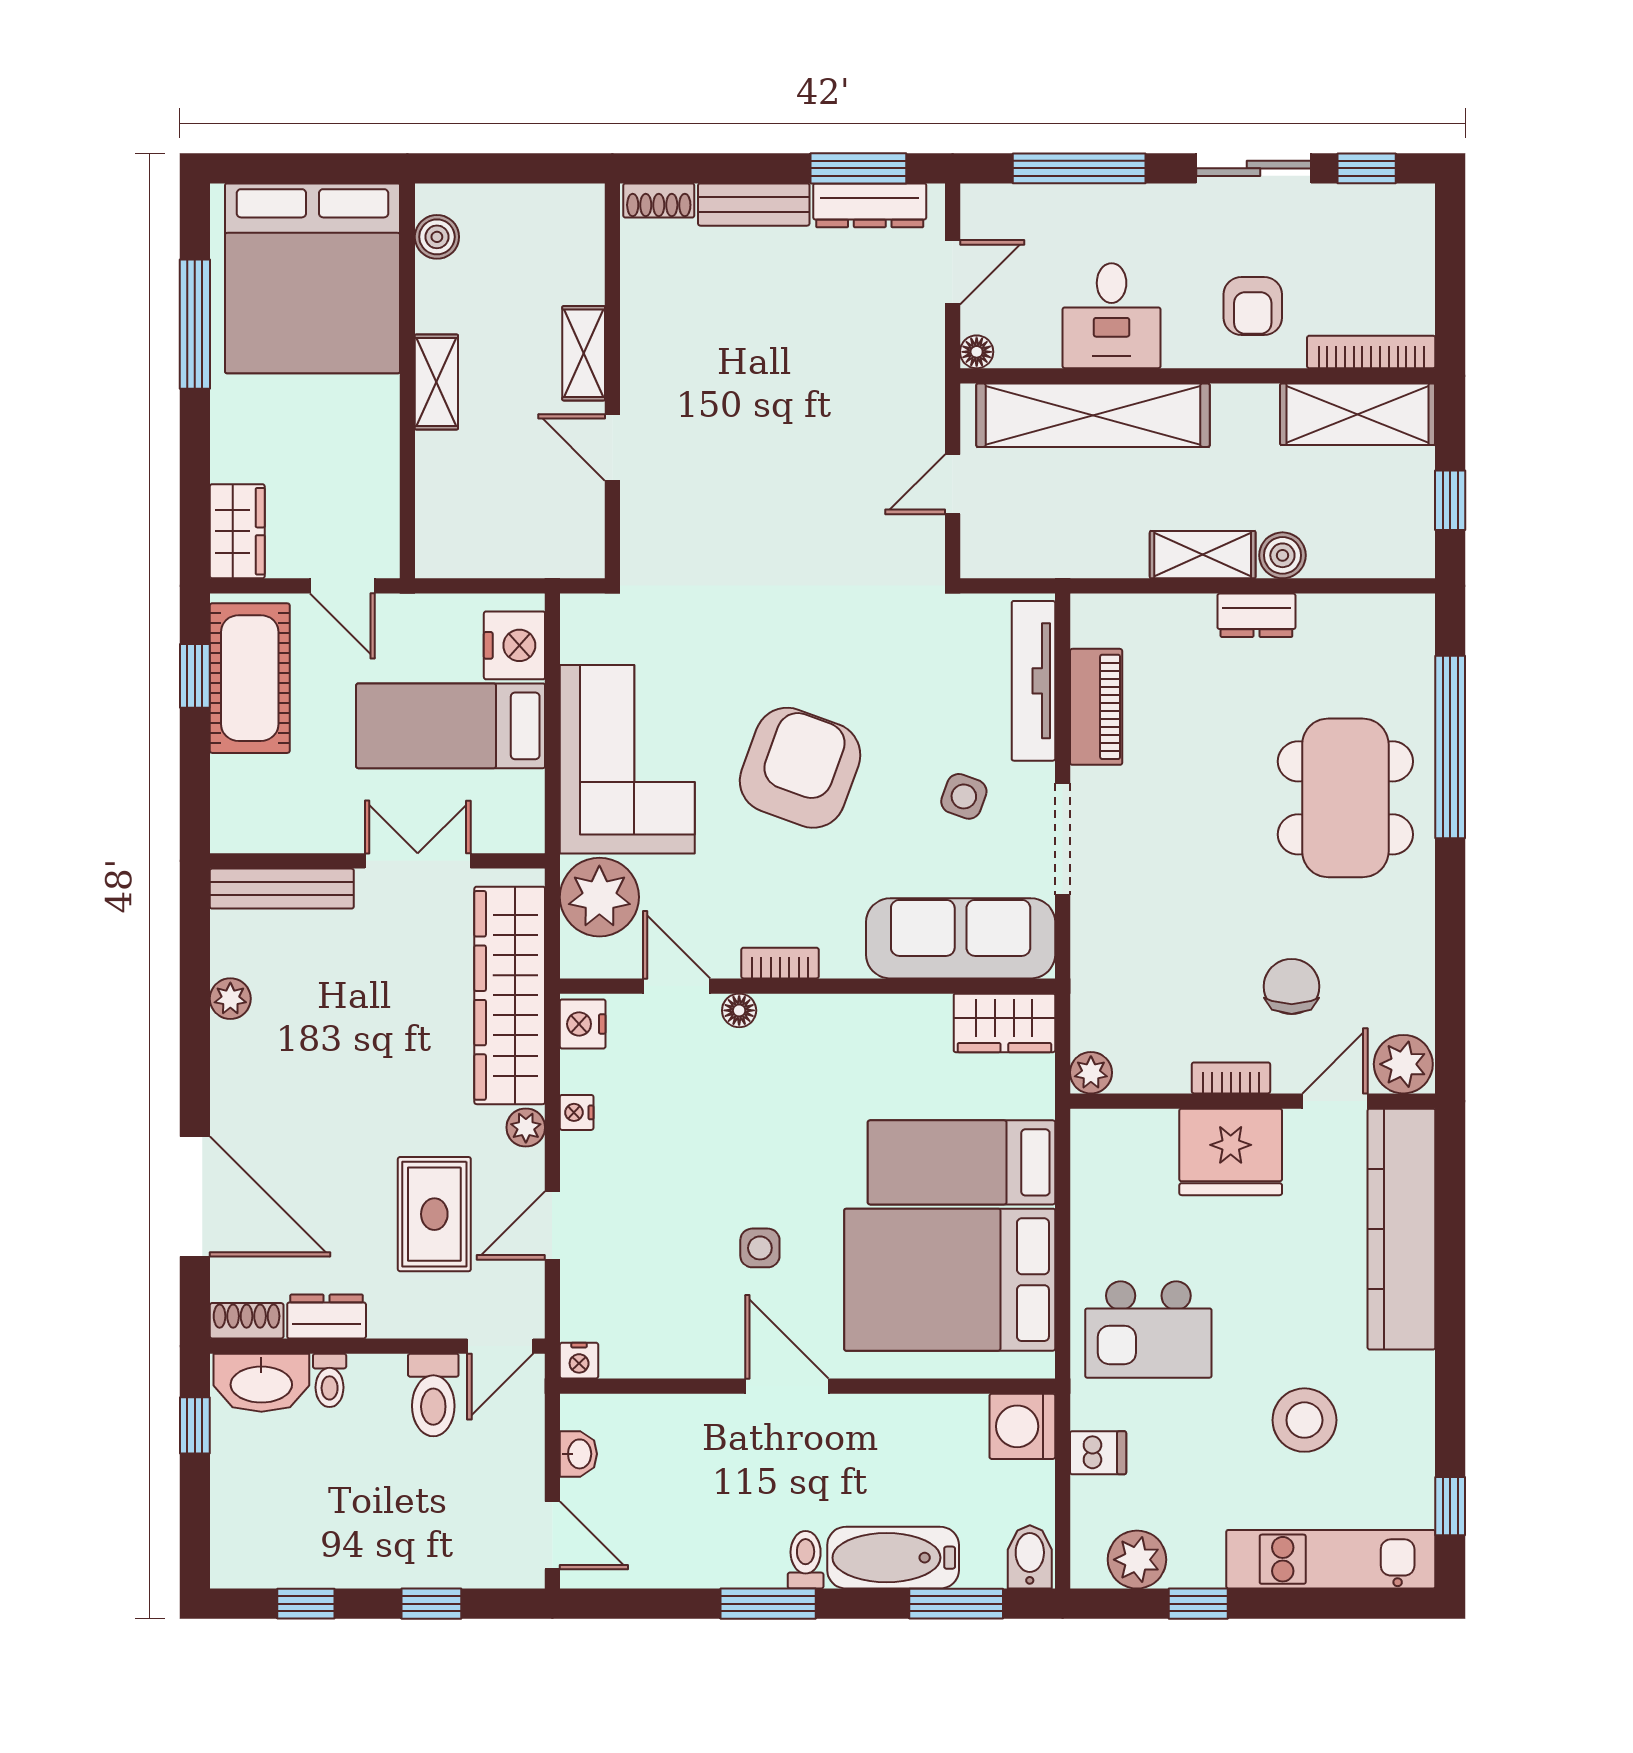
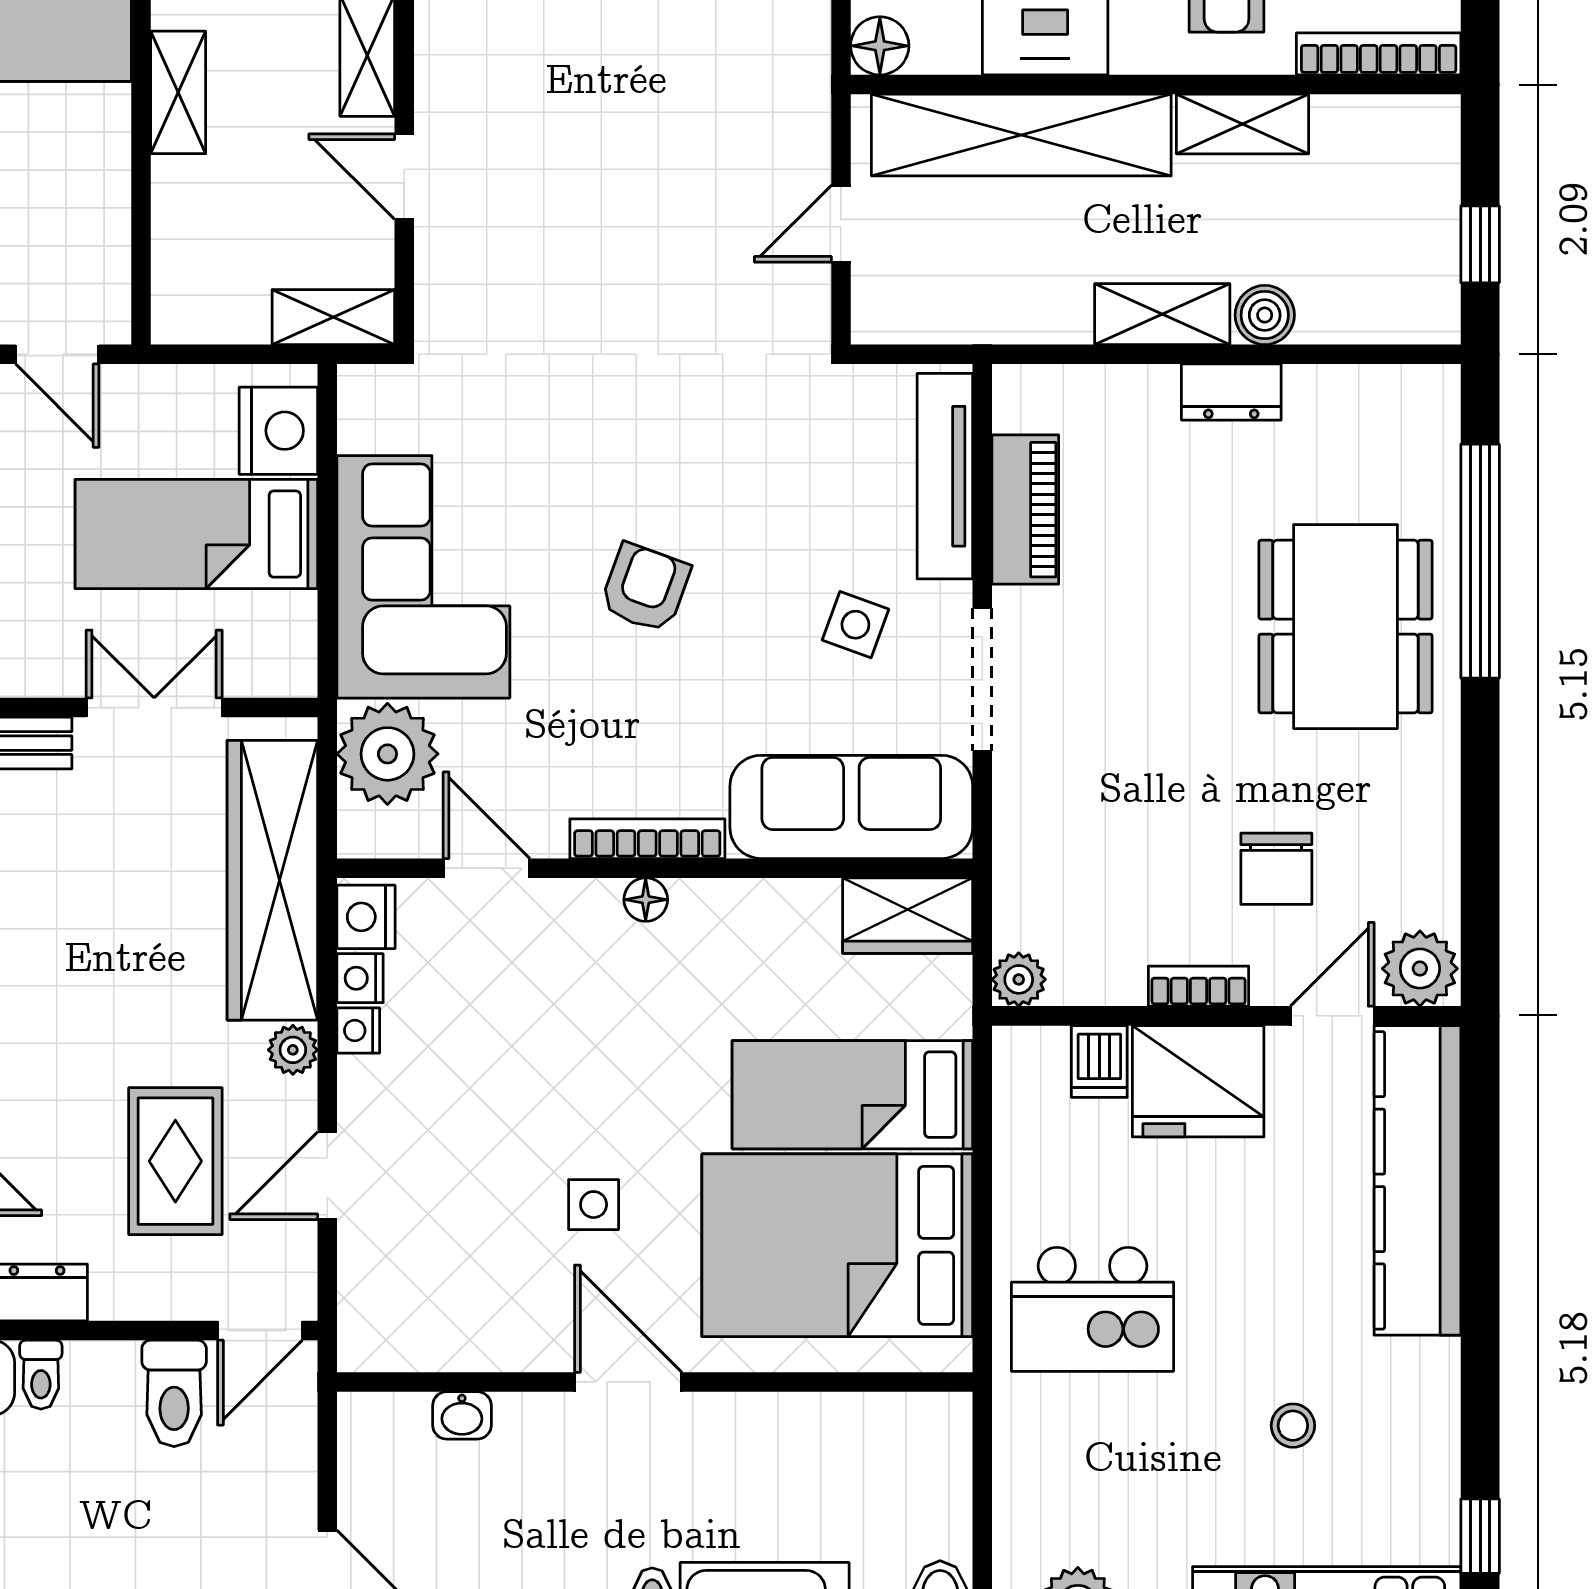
floor lamp: (977, 352) -> (880, 46), width x1.37, depth x1.37
shelving: (1358, 414) -> (1243, 124), moved, width x0.67, depth x0.75
shelving: (557, 557) -> (333, 317), added
armchair: (800, 768) -> (645, 588), width x0.53, depth x0.53
bookcase: (780, 963) -> (647, 839), width x1.56
chair: (1292, 986) -> (1276, 869), turned 180
floor lamp: (739, 1010) -> (646, 900), moved
nightstand: (579, 1361) -> (360, 978), moved, turned 90
stool: (1304, 1420) -> (1293, 1426), width x0.53, depth x0.53
washing machine: (1022, 1426) -> (931, 1434), removed
dishwasher: (1098, 1453) -> (1099, 1061), moved, turned 90
washbasin: (578, 1454) -> (462, 1415), moved, turned 90

